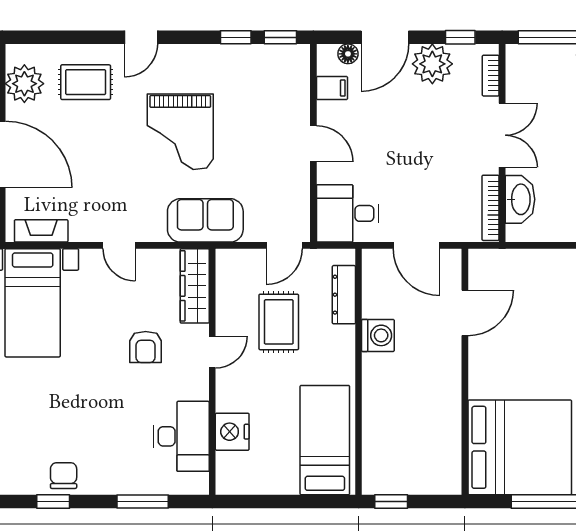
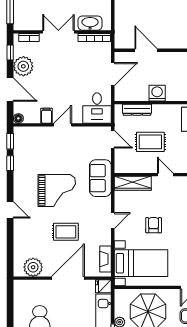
floor lamp: (348, 54) -> (18, 118), moved
rug: (86, 82) -> (66, 232), moved, turned 90
filing cabinet: (332, 88) -> (47, 116), moved
armchair: (146, 347) -> (154, 225), moved, turned -90

